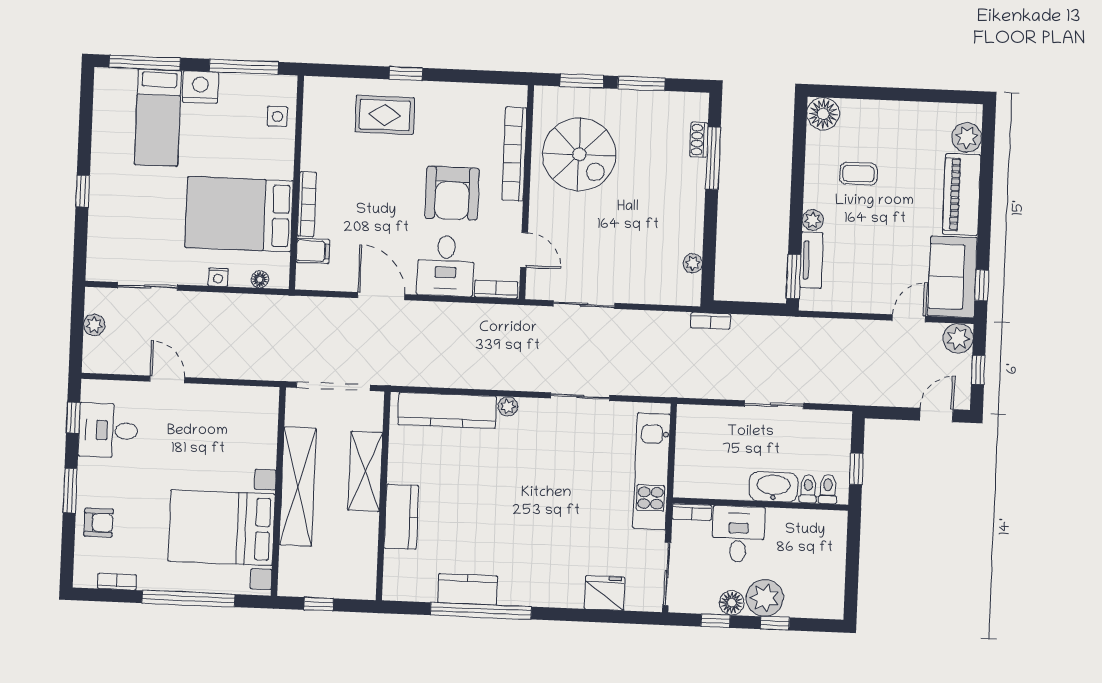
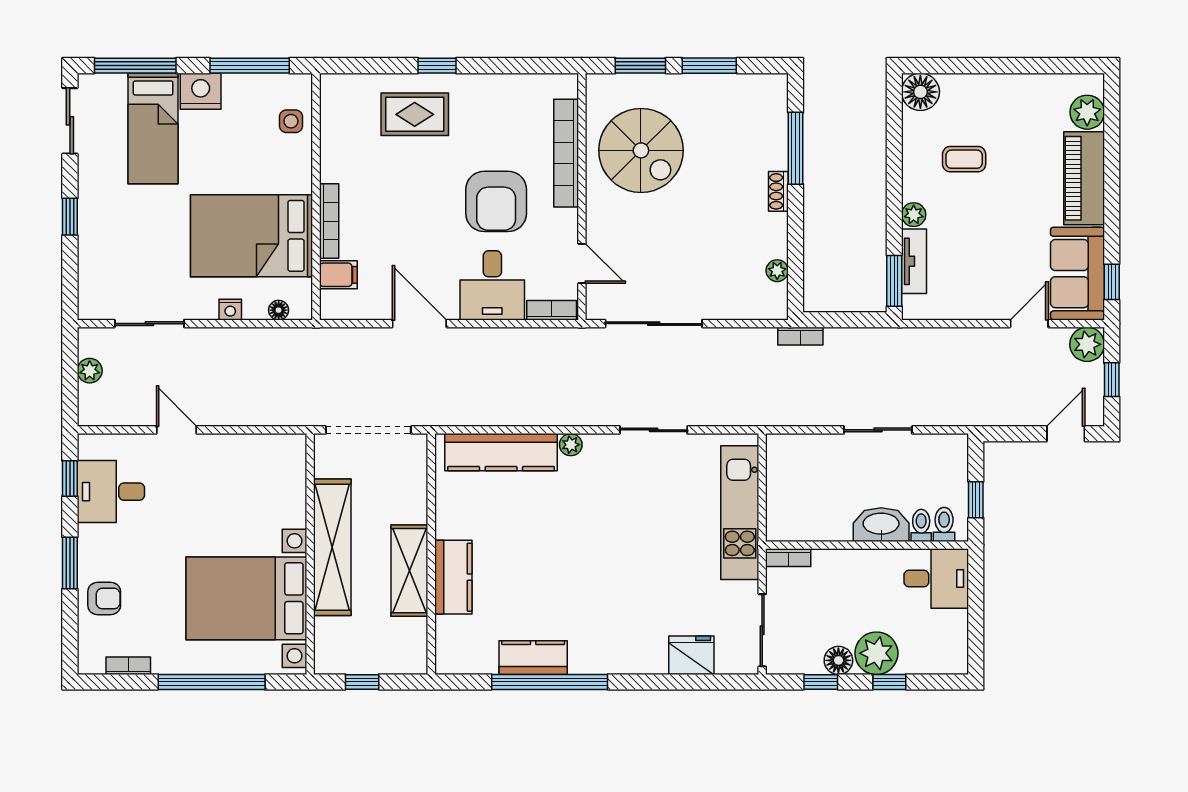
sliding door: (86, 108) -> (70, 121), added
shoe rack: (699, 140) -> (778, 191), moved
sliding door: (584, 305) -> (654, 324), width x1.37
shelving: (365, 471) -> (409, 571), moved
desk: (738, 534) -> (936, 579), moved, turned 90

